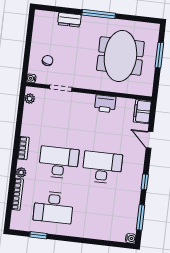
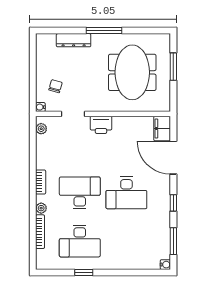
dresser: (69, 20) -> (74, 40), width x1.44
printer: (105, 104) -> (101, 125), moved
door: (150, 140) -> (173, 158), width x1.87
desk: (102, 167) -> (126, 193), turned 180
window: (38, 235) -> (84, 273), moved

